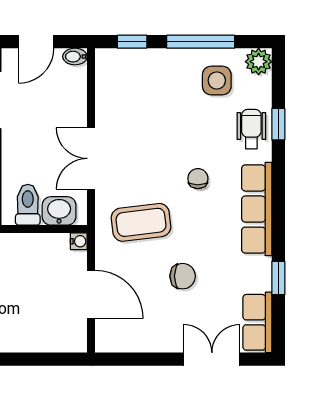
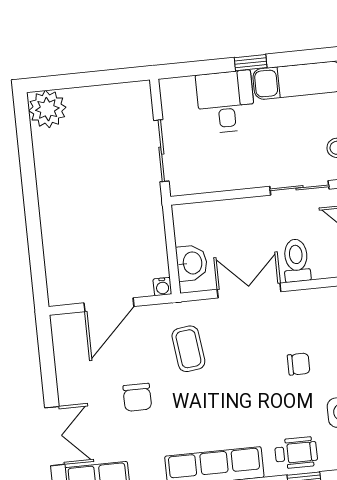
chair: (198, 179) -> (299, 364), moved
toilet: (28, 205) -> (296, 260), moved, turned -90
coffee table: (141, 222) -> (188, 349), width x0.73, depth x0.77

